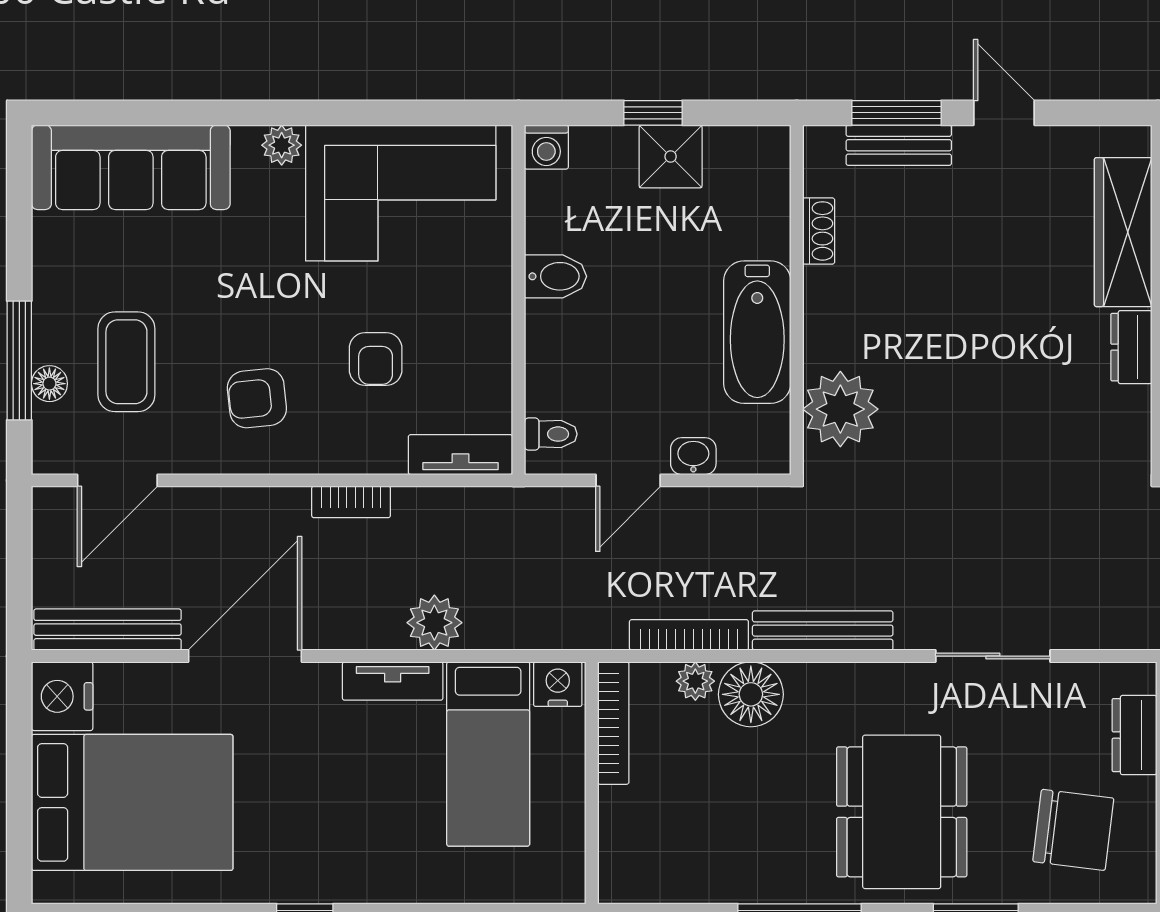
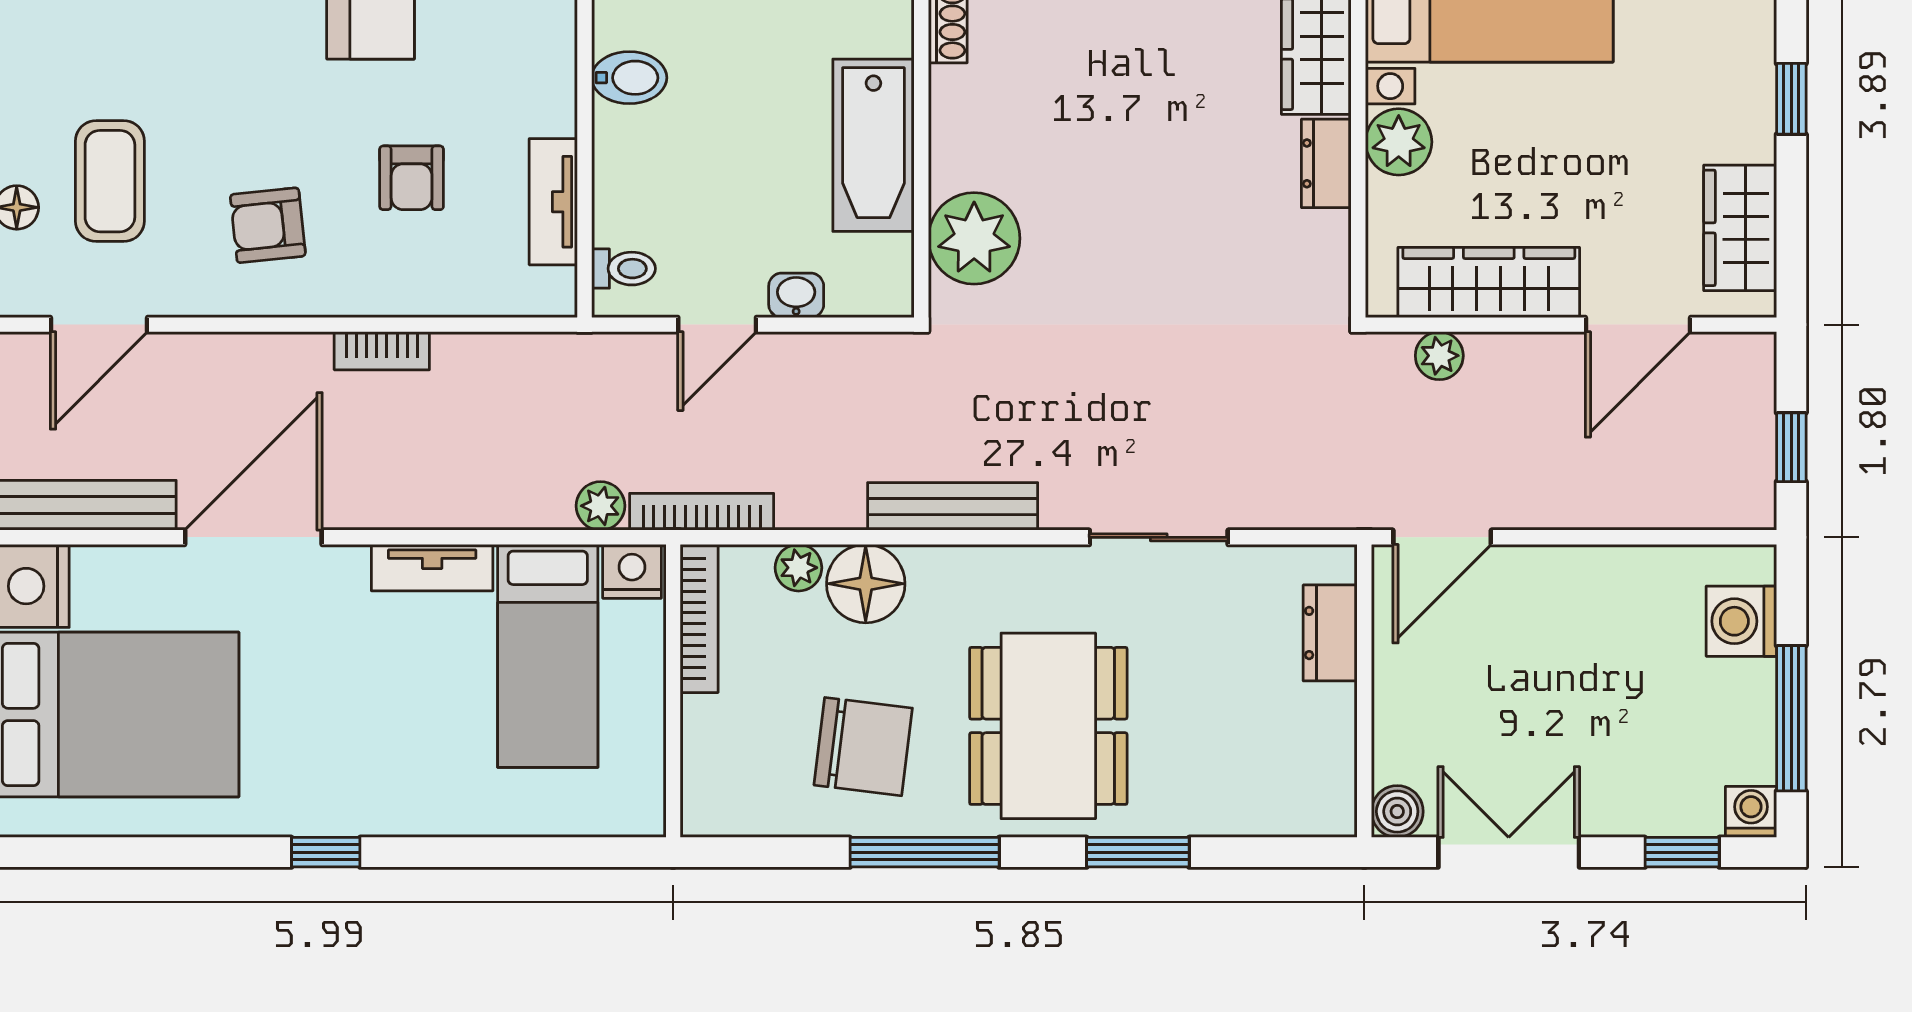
tv unit: (461, 455) -> (553, 202), moved, turned -90
plant: (434, 623) -> (600, 506), moved, width x0.73, depth x0.73
bookcase: (689, 635) -> (702, 512), moved
chair: (1073, 830) -> (863, 747), moved

